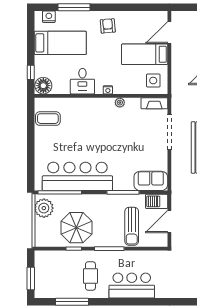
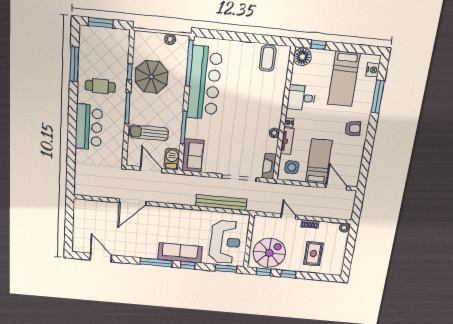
tv unit: (127, 89) -> (287, 141), added
plant: (44, 208) -> (170, 39), width x0.53, depth x0.53

